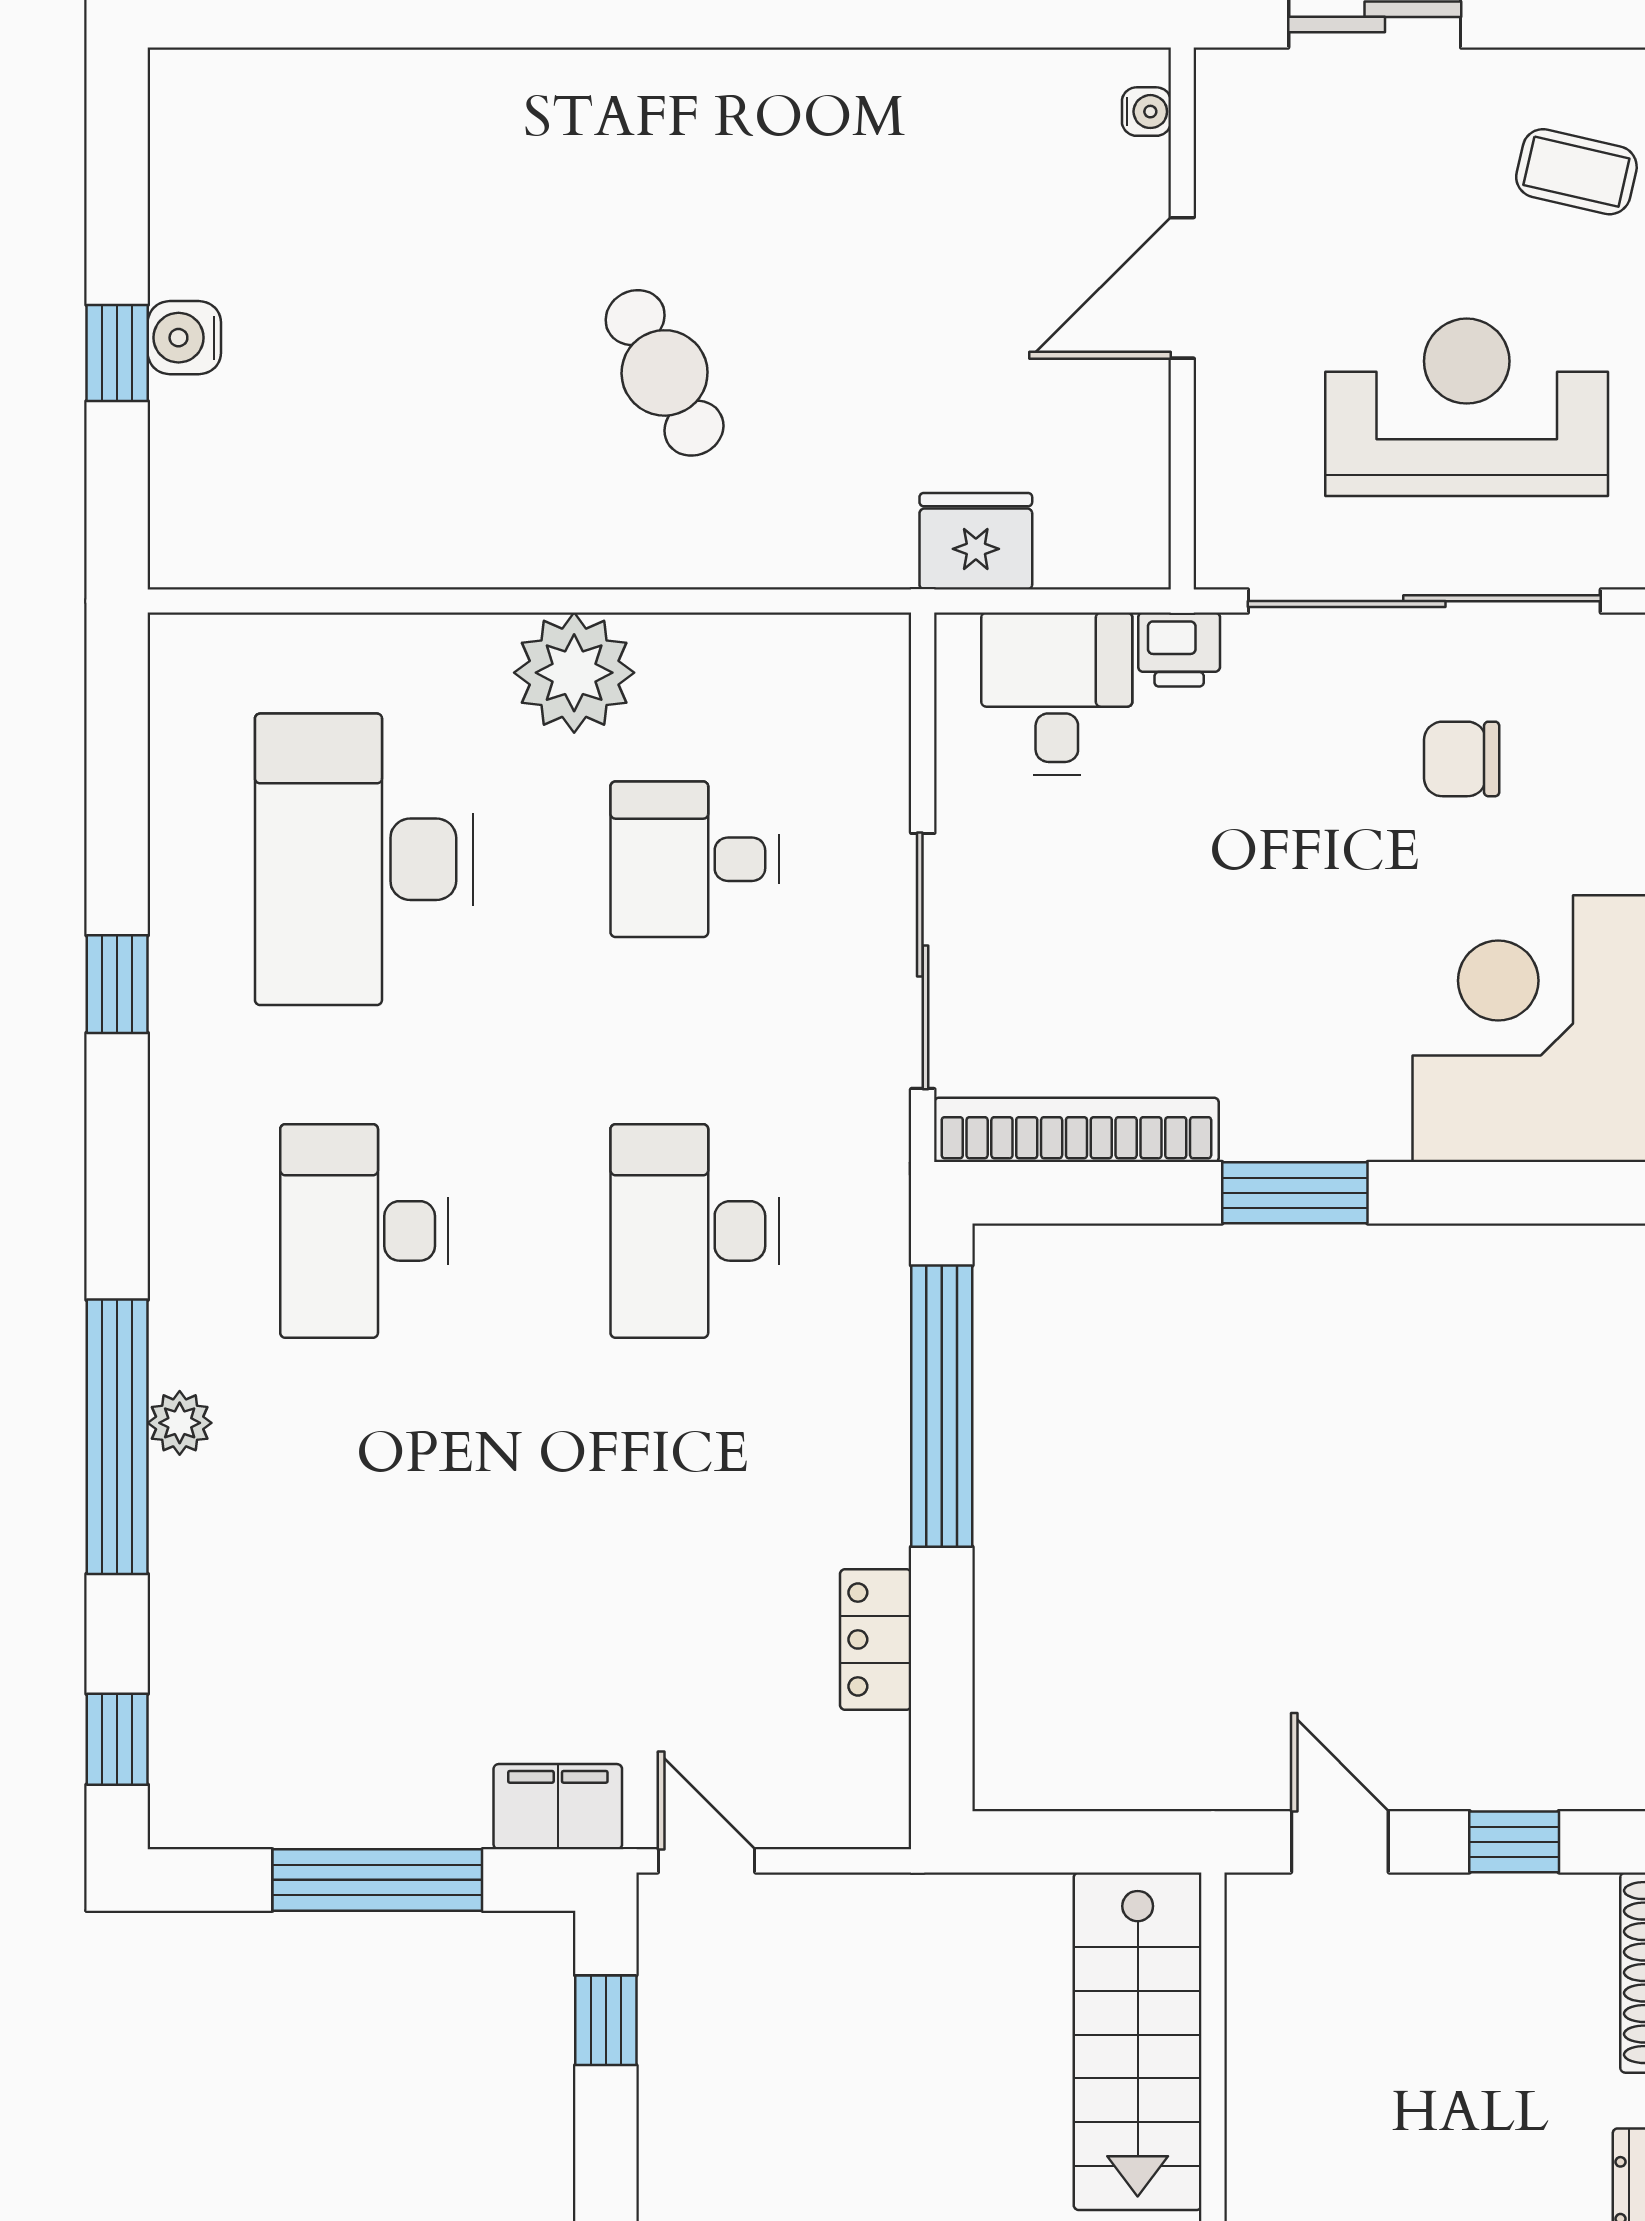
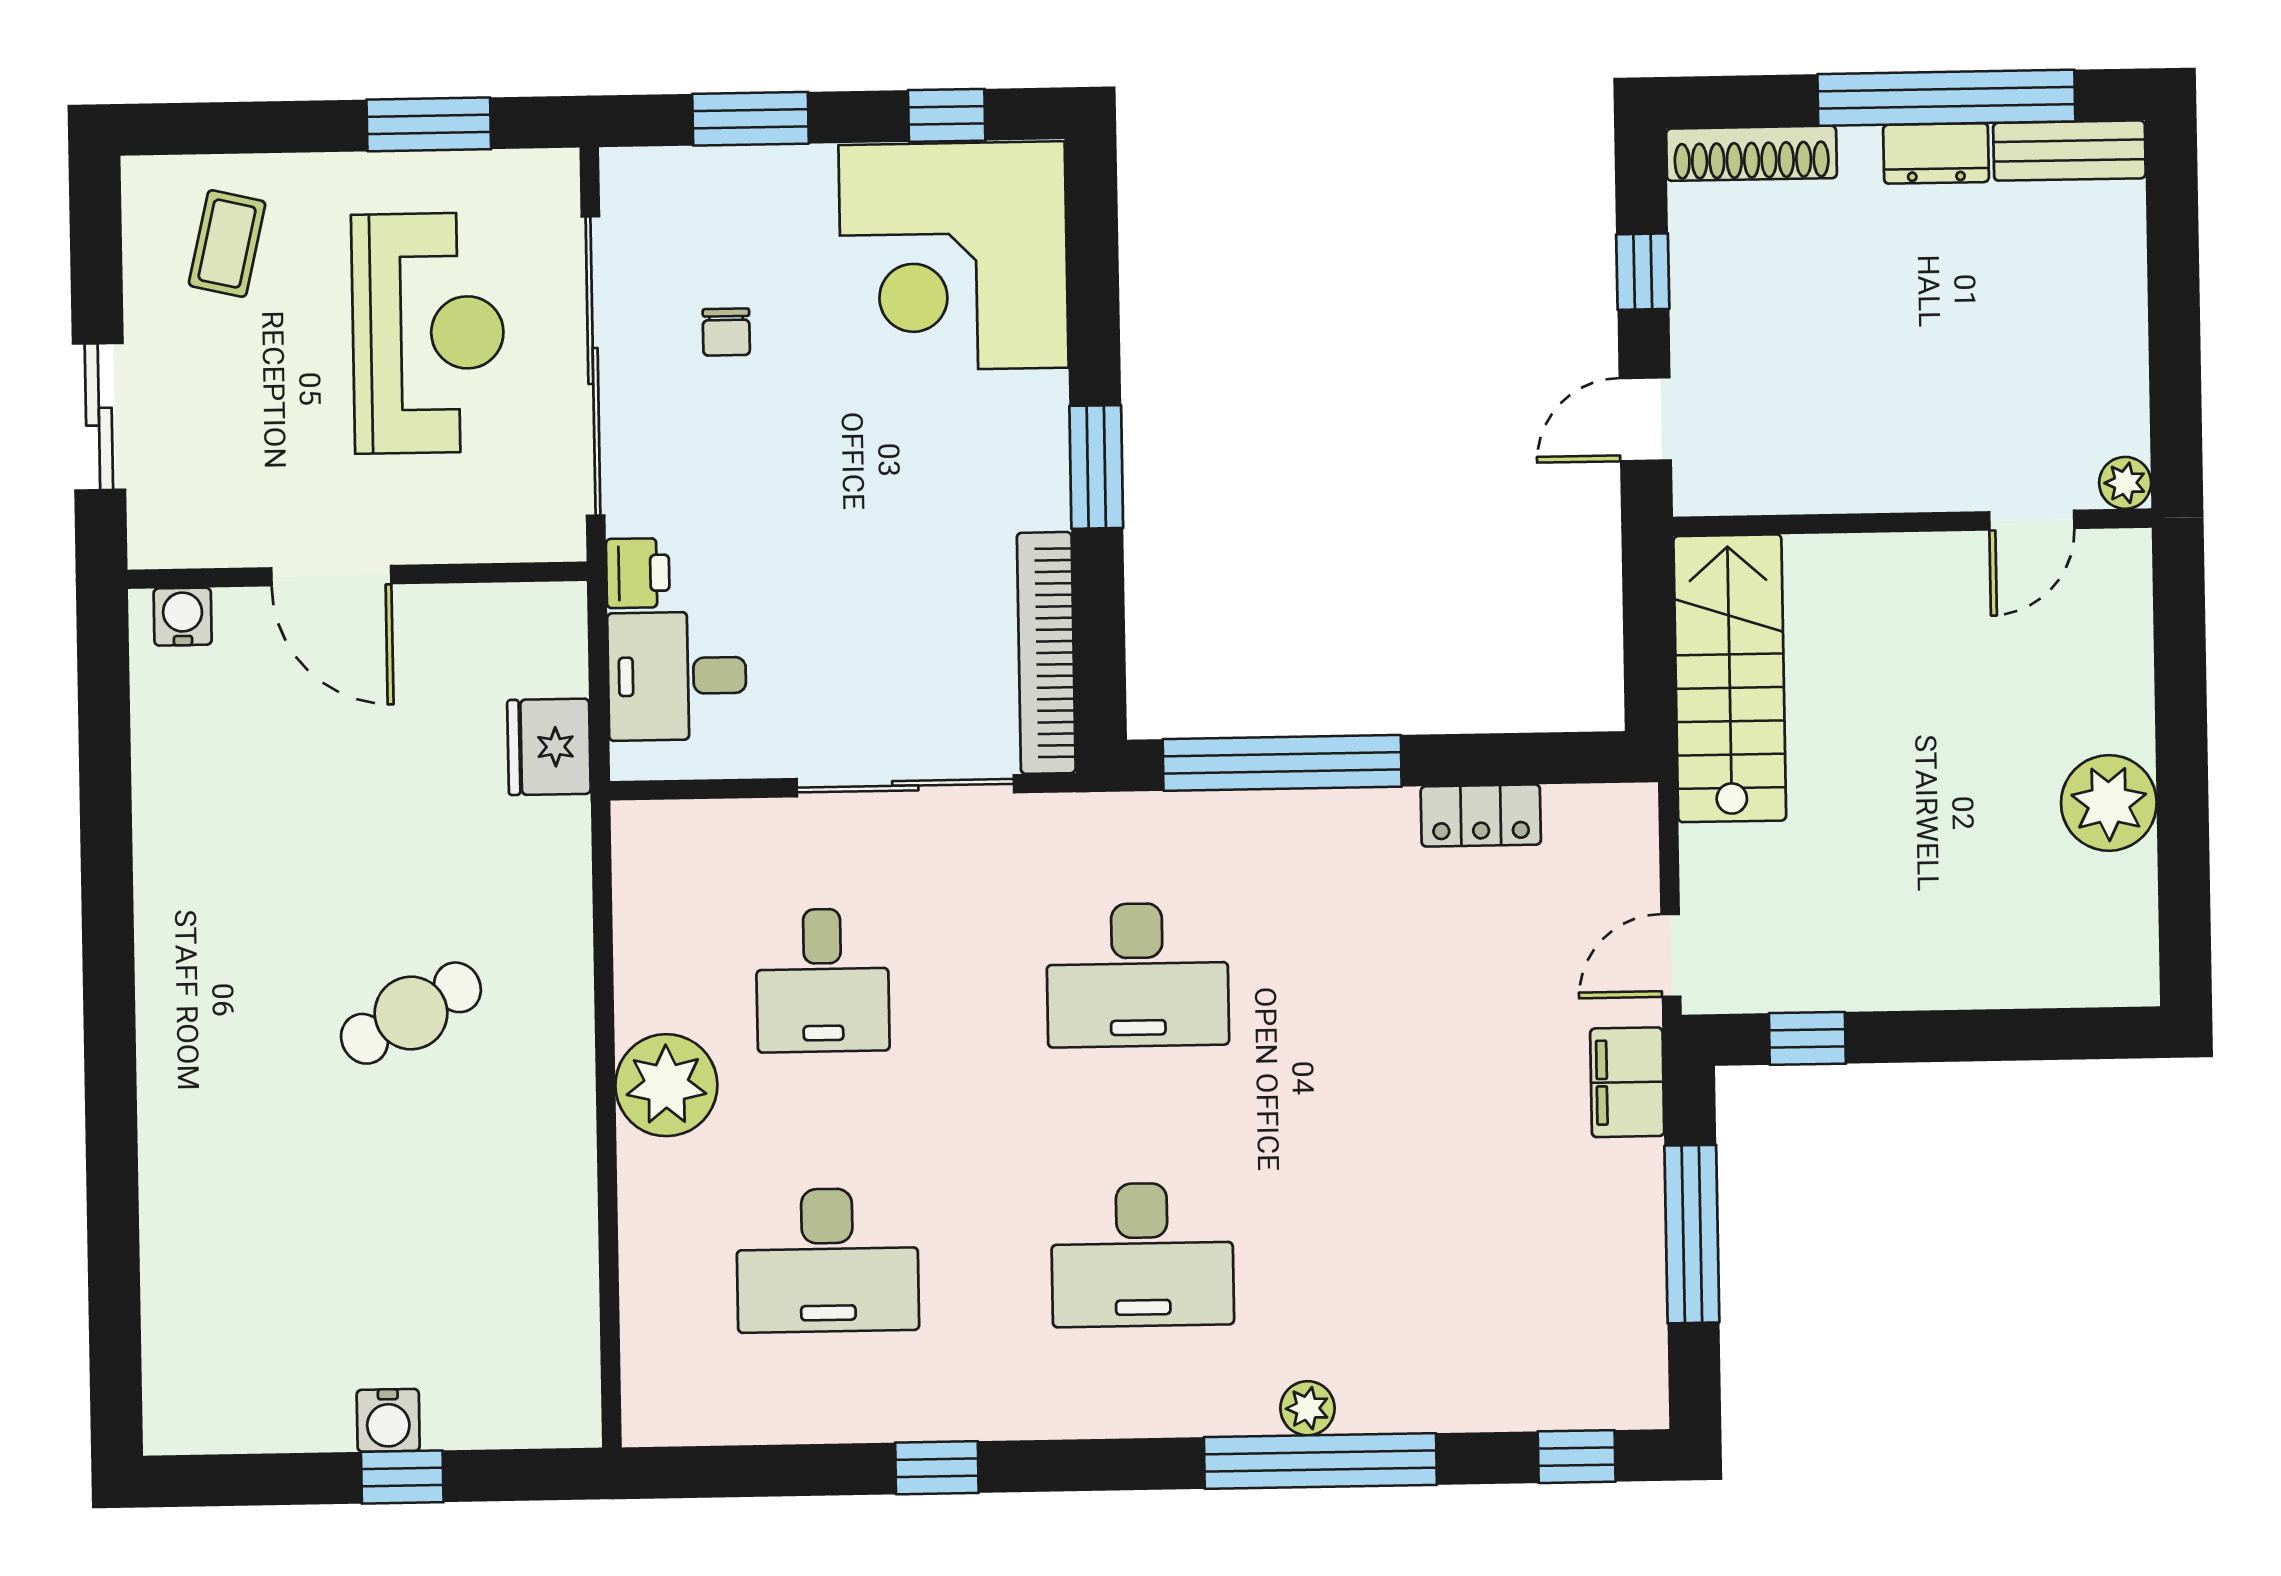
water cooler: (1146, 112) -> (183, 617), width x1.38, depth x1.38
reception desk: (1467, 407) -> (428, 333), turned 180
chair: (1462, 759) -> (726, 332), width x0.73, depth x0.73
desk: (364, 859) -> (827, 1260), width x0.73, depth x0.77
stairs: (1138, 2041) -> (1730, 678), moved, turned -90

